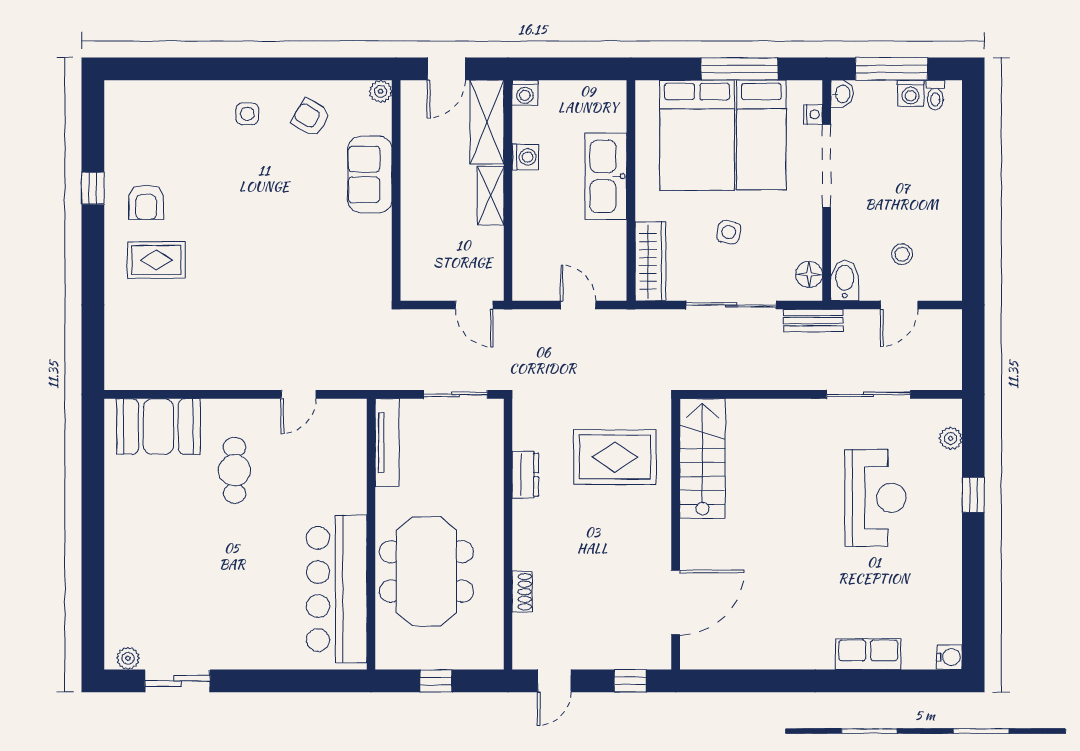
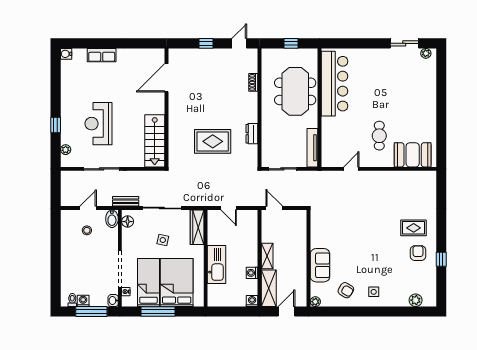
plant: (152, 95) -> (416, 300), added
stairs: (702, 458) -> (155, 141), moved
wall: (676, 534) -> (166, 108), moved
door: (676, 602) -> (166, 78), moved

